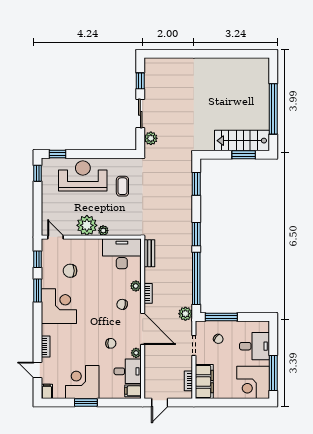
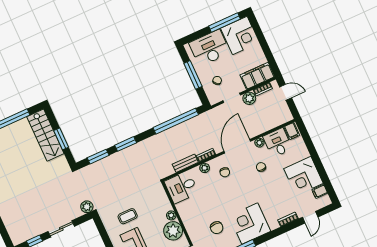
plant: (151, 138) -> (87, 207), moved
window: (244, 155) -> (61, 139), moved
window: (196, 234) -> (126, 144), moved
bench: (149, 253) -> (185, 163), moved
desk: (122, 254) -> (181, 187), width x0.73
plant: (185, 314) -> (249, 98), moved
window: (221, 317) -> (193, 75), moved
desk: (254, 346) -> (210, 48), width x1.37
filing cabinet: (47, 391) -> (320, 191), moved
window: (86, 403) -> (319, 165), removed
door: (160, 403) -> (286, 92), moved

